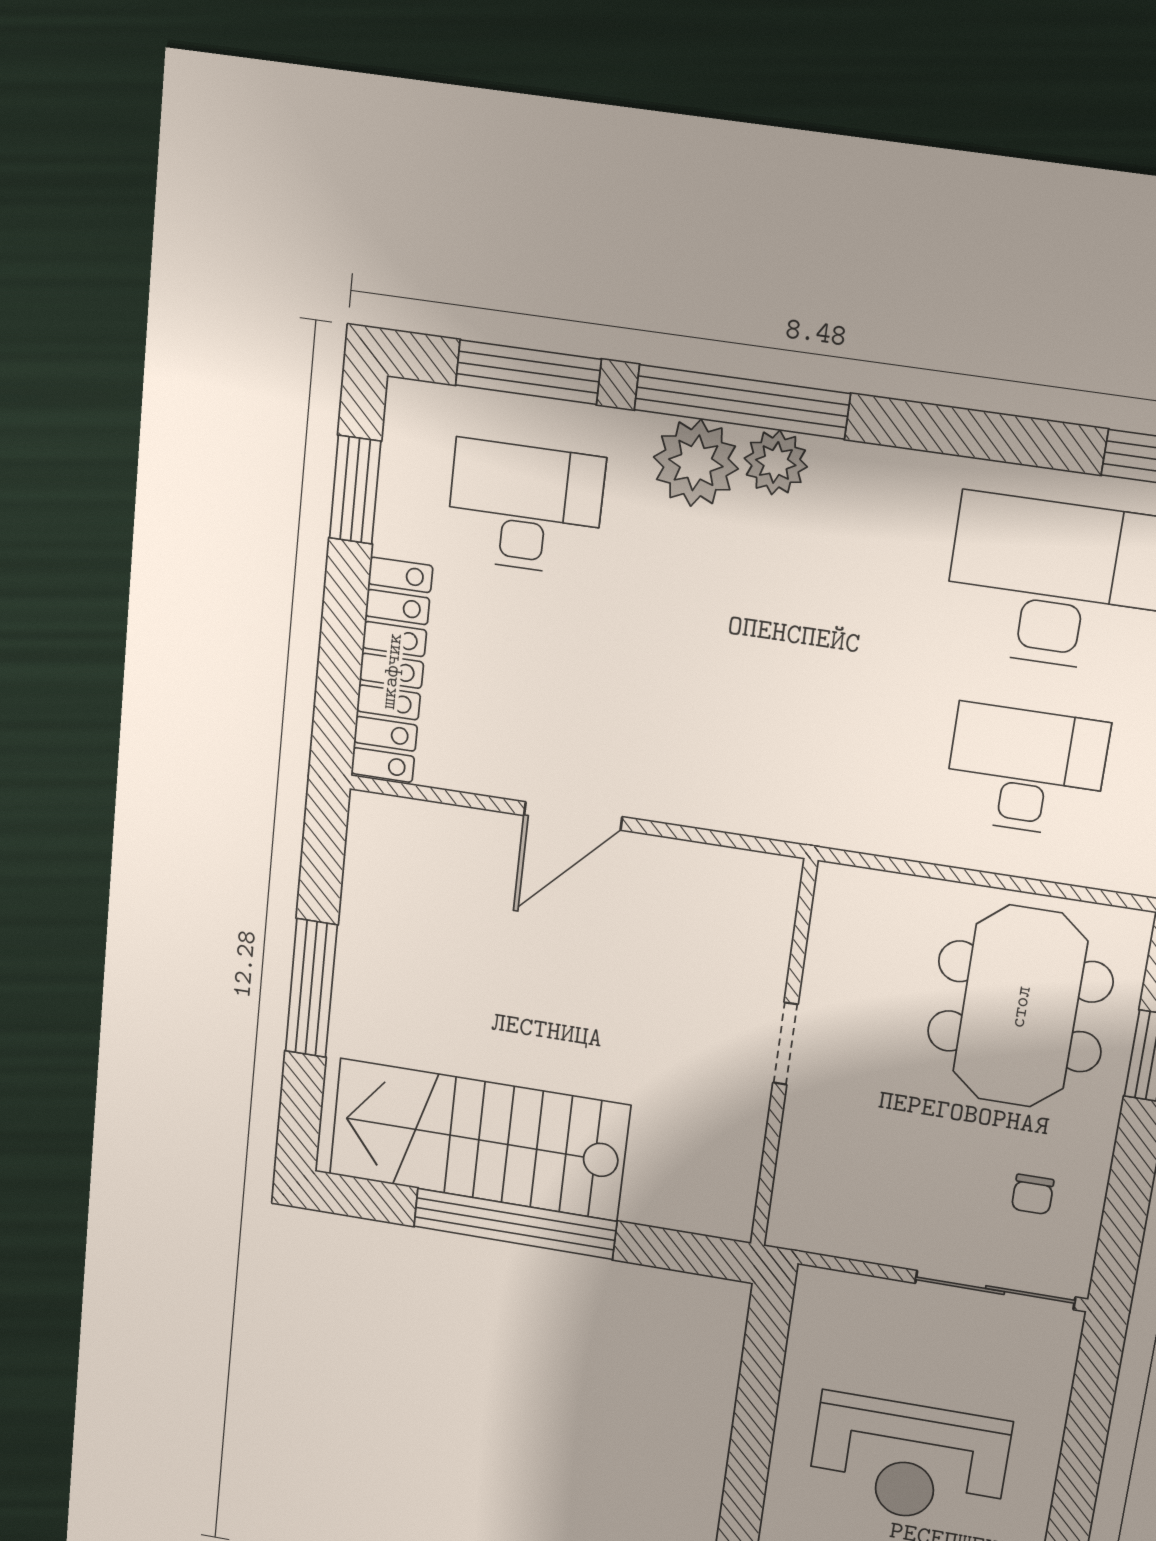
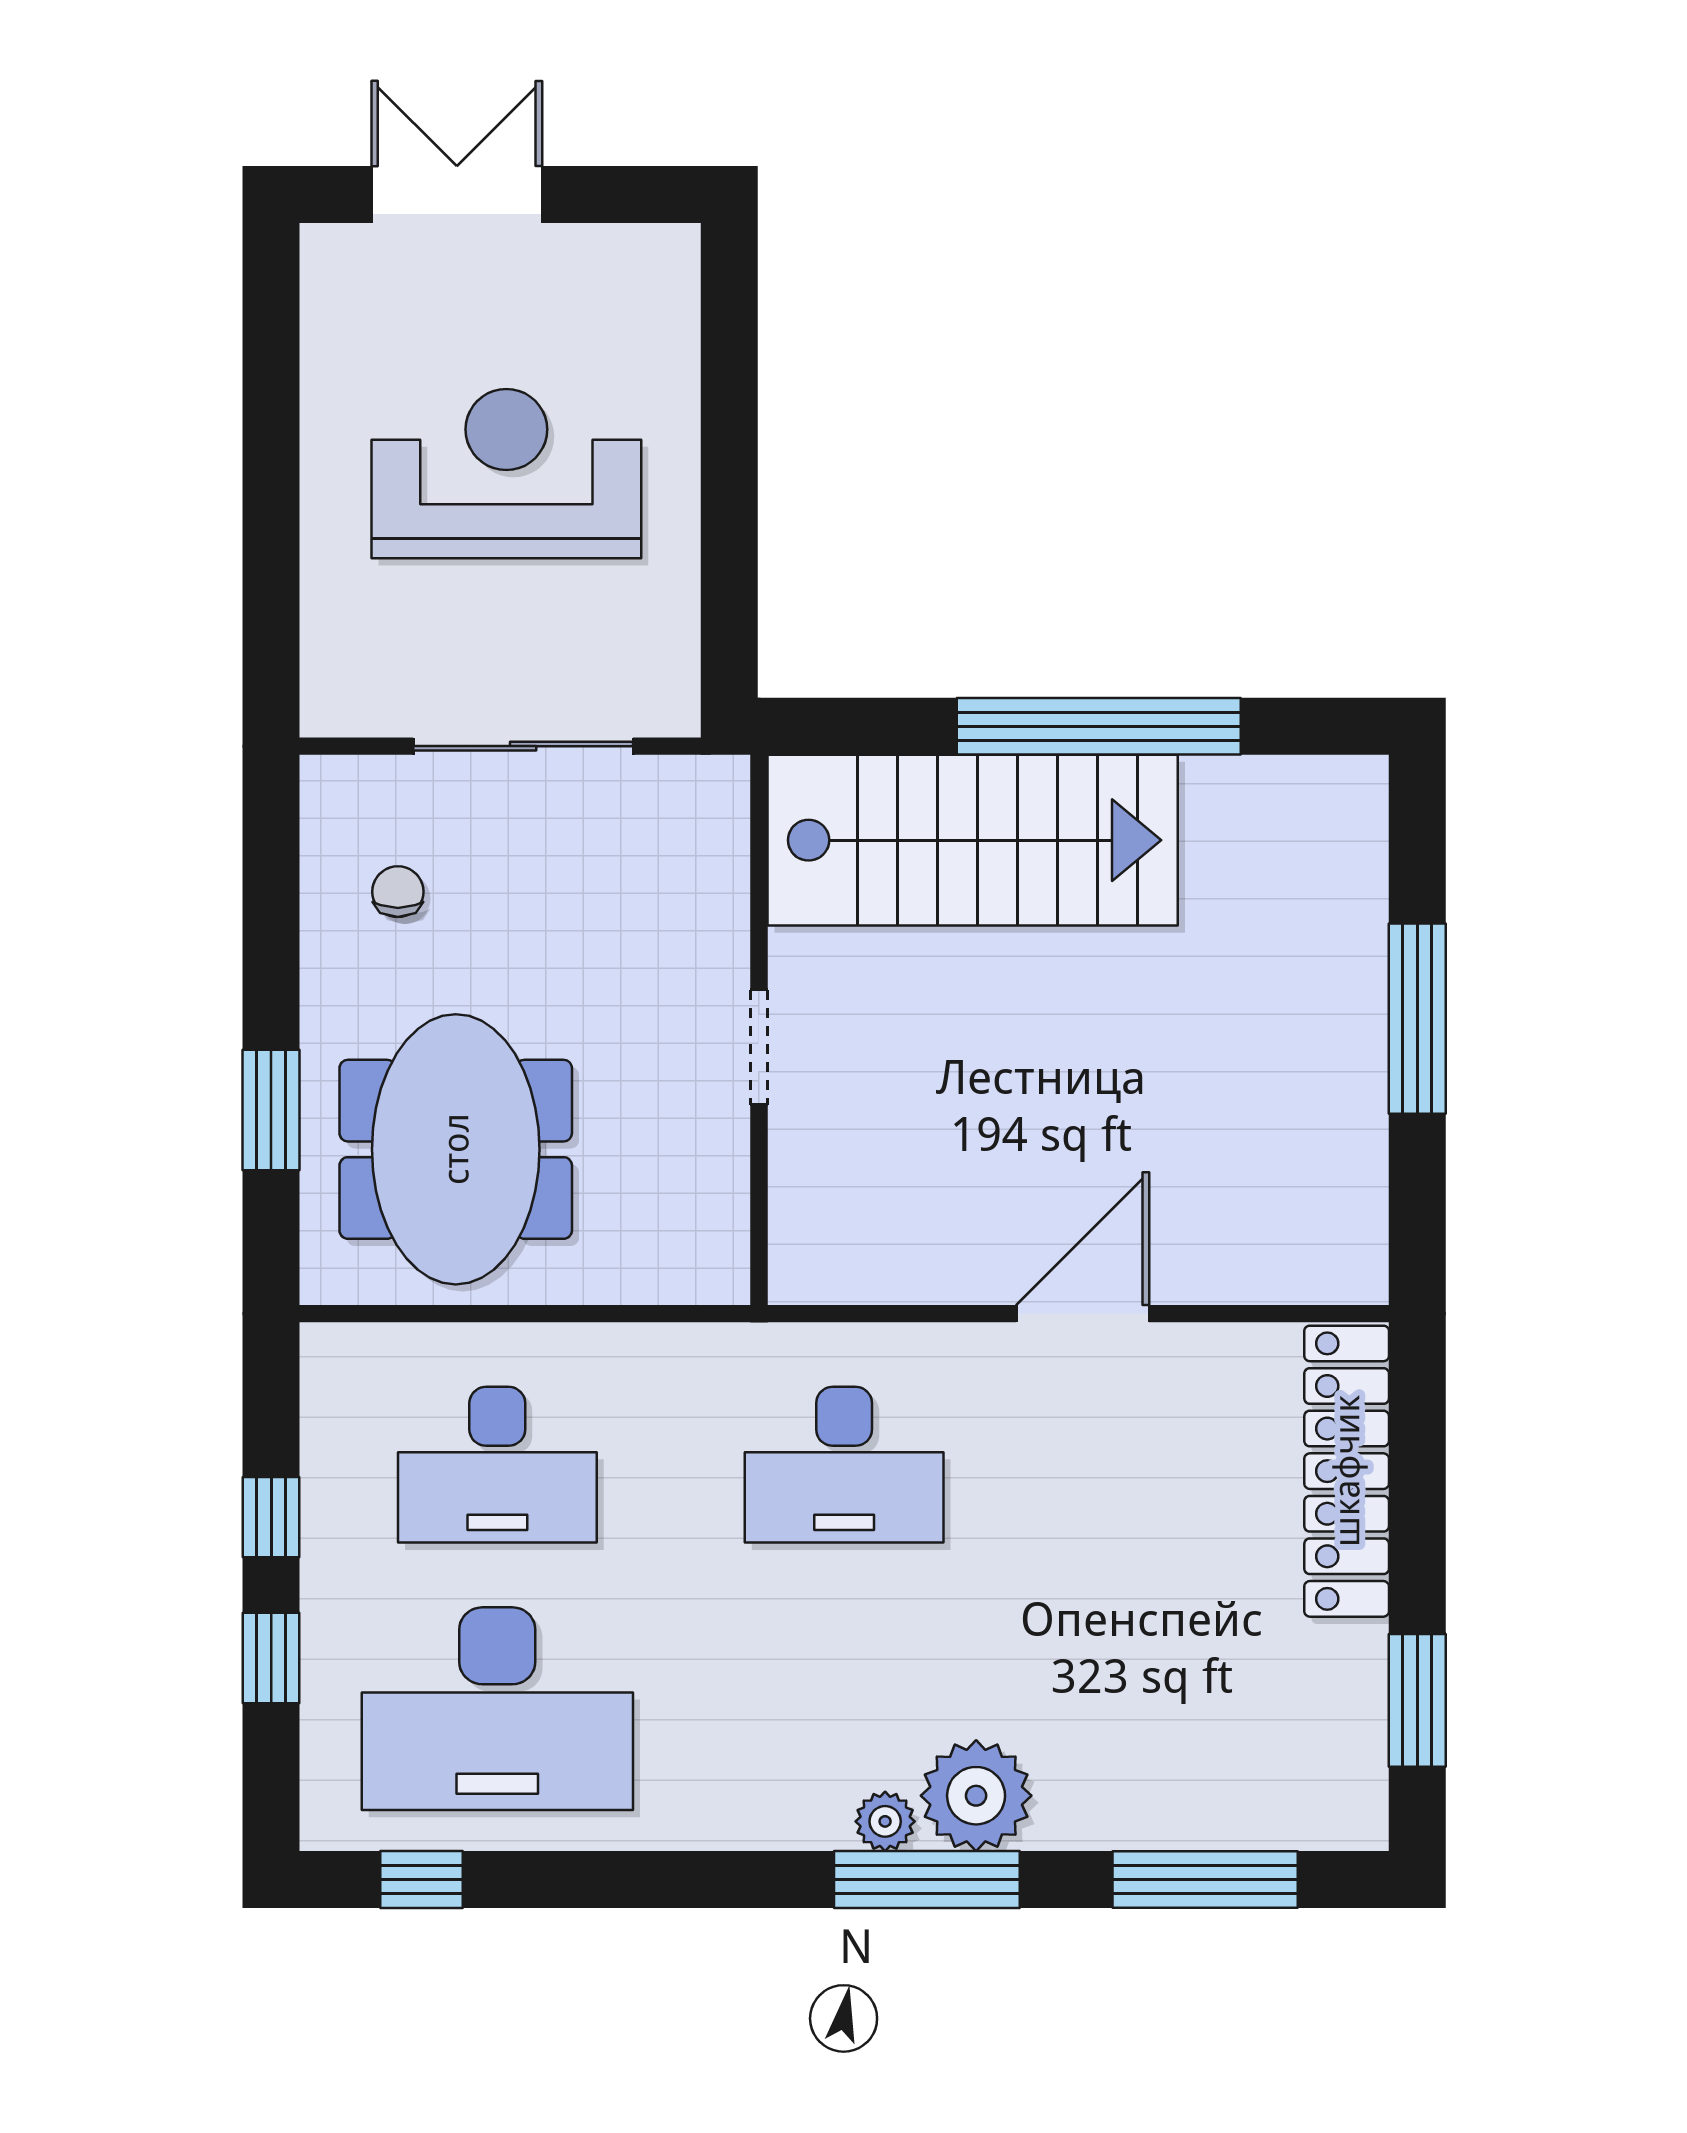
window: (742, 402) -> (927, 1880), width x0.68
plant: (776, 462) -> (885, 1821), width x0.73, depth x0.73
desk: (525, 508) -> (844, 1465), moved
stairs: (479, 1140) -> (973, 840), moved
sliding door: (995, 1290) -> (523, 746), moved

